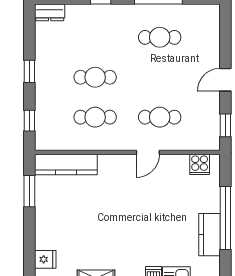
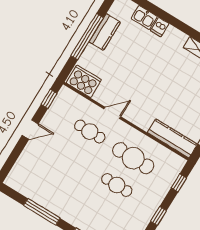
cafe table: (160, 37) -> (57, 185), removed
cafe table: (95, 117) -> (133, 158), width x1.37, depth x1.35
cooker: (200, 164) -> (84, 81), width x1.87, depth x1.31

